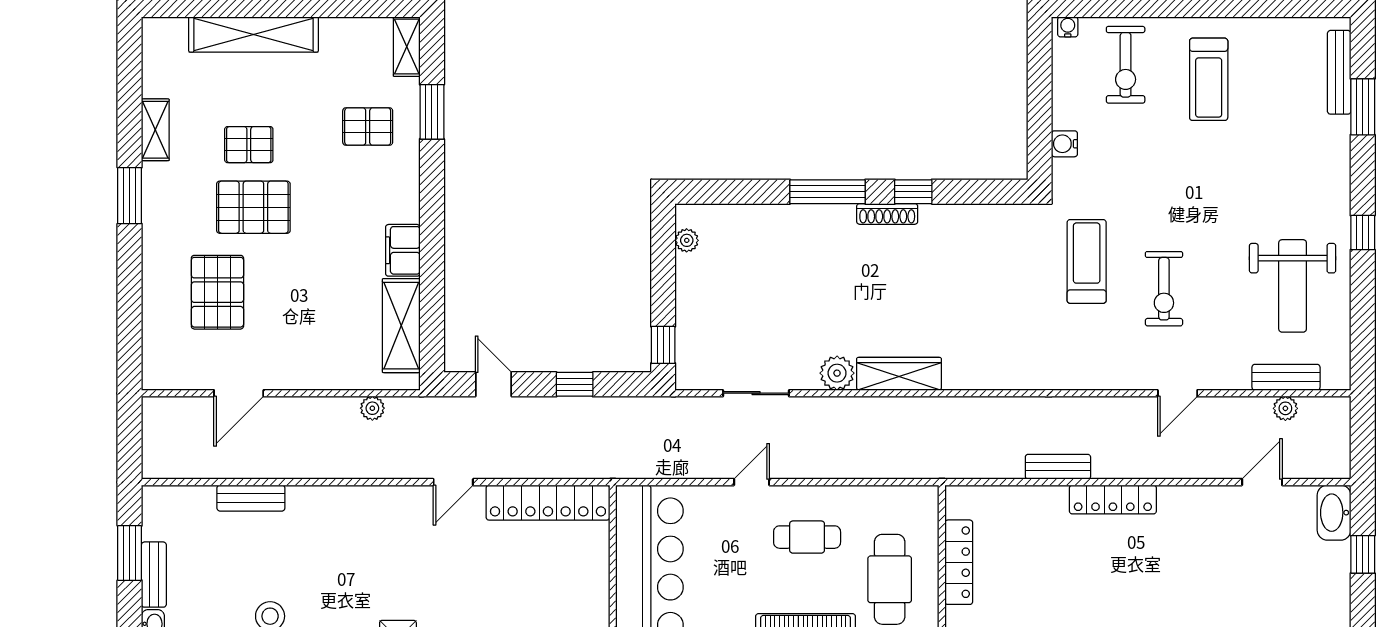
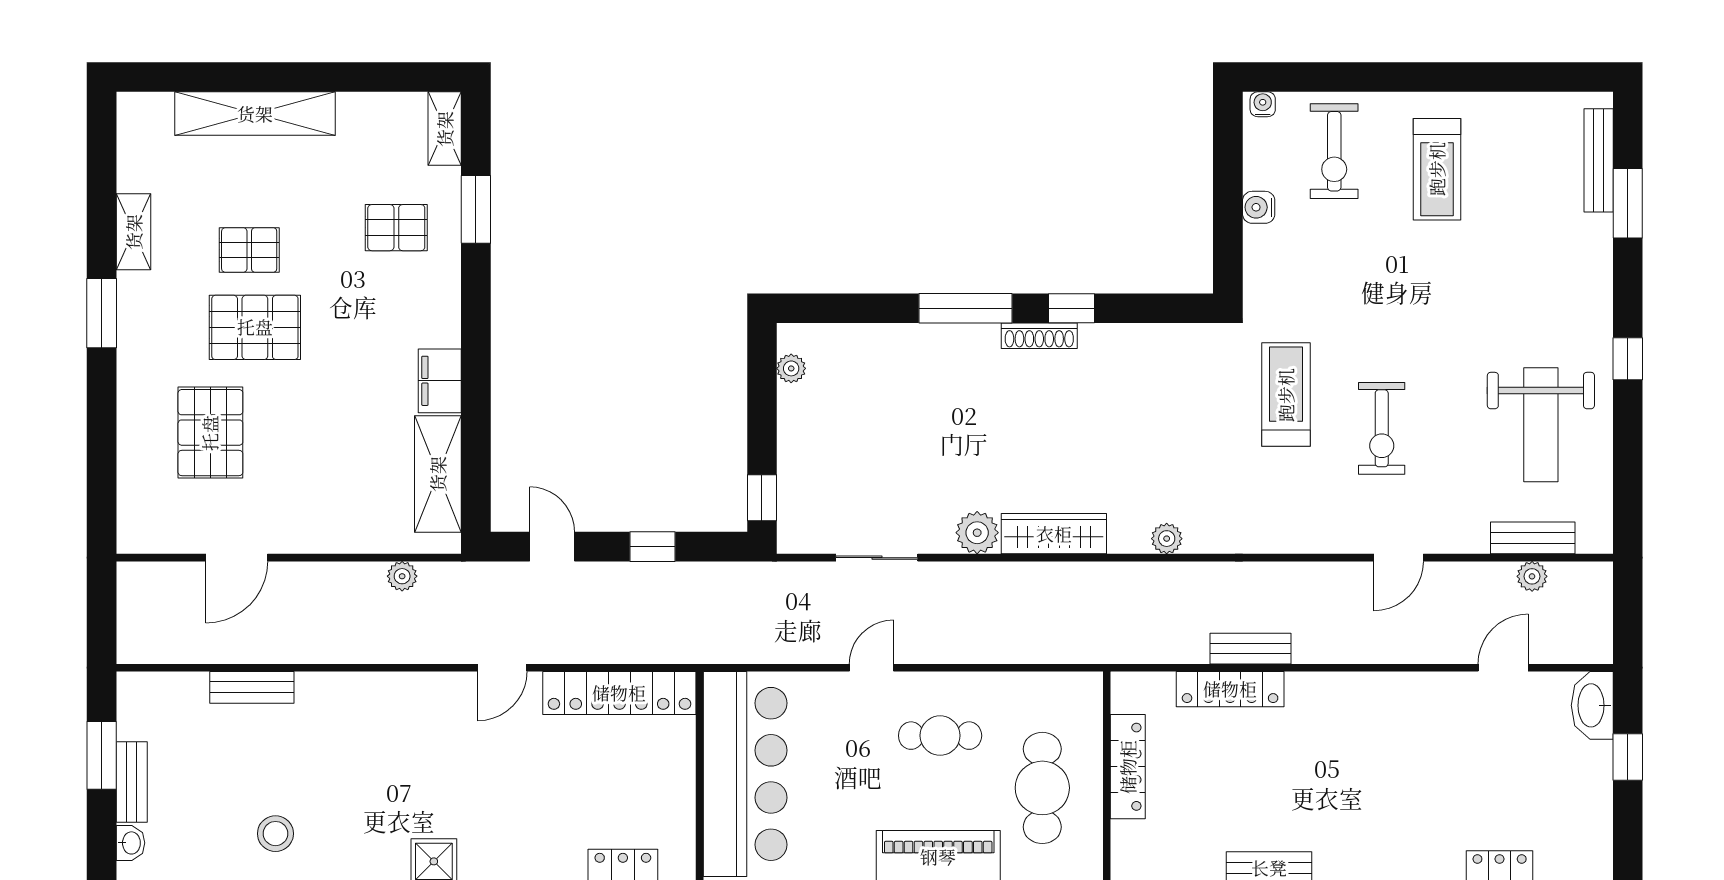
water cooler: (1064, 144) -> (1259, 207), moved
plant: (990, 378) -> (1167, 539), added
locker: (1113, 500) -> (1230, 689), moved

